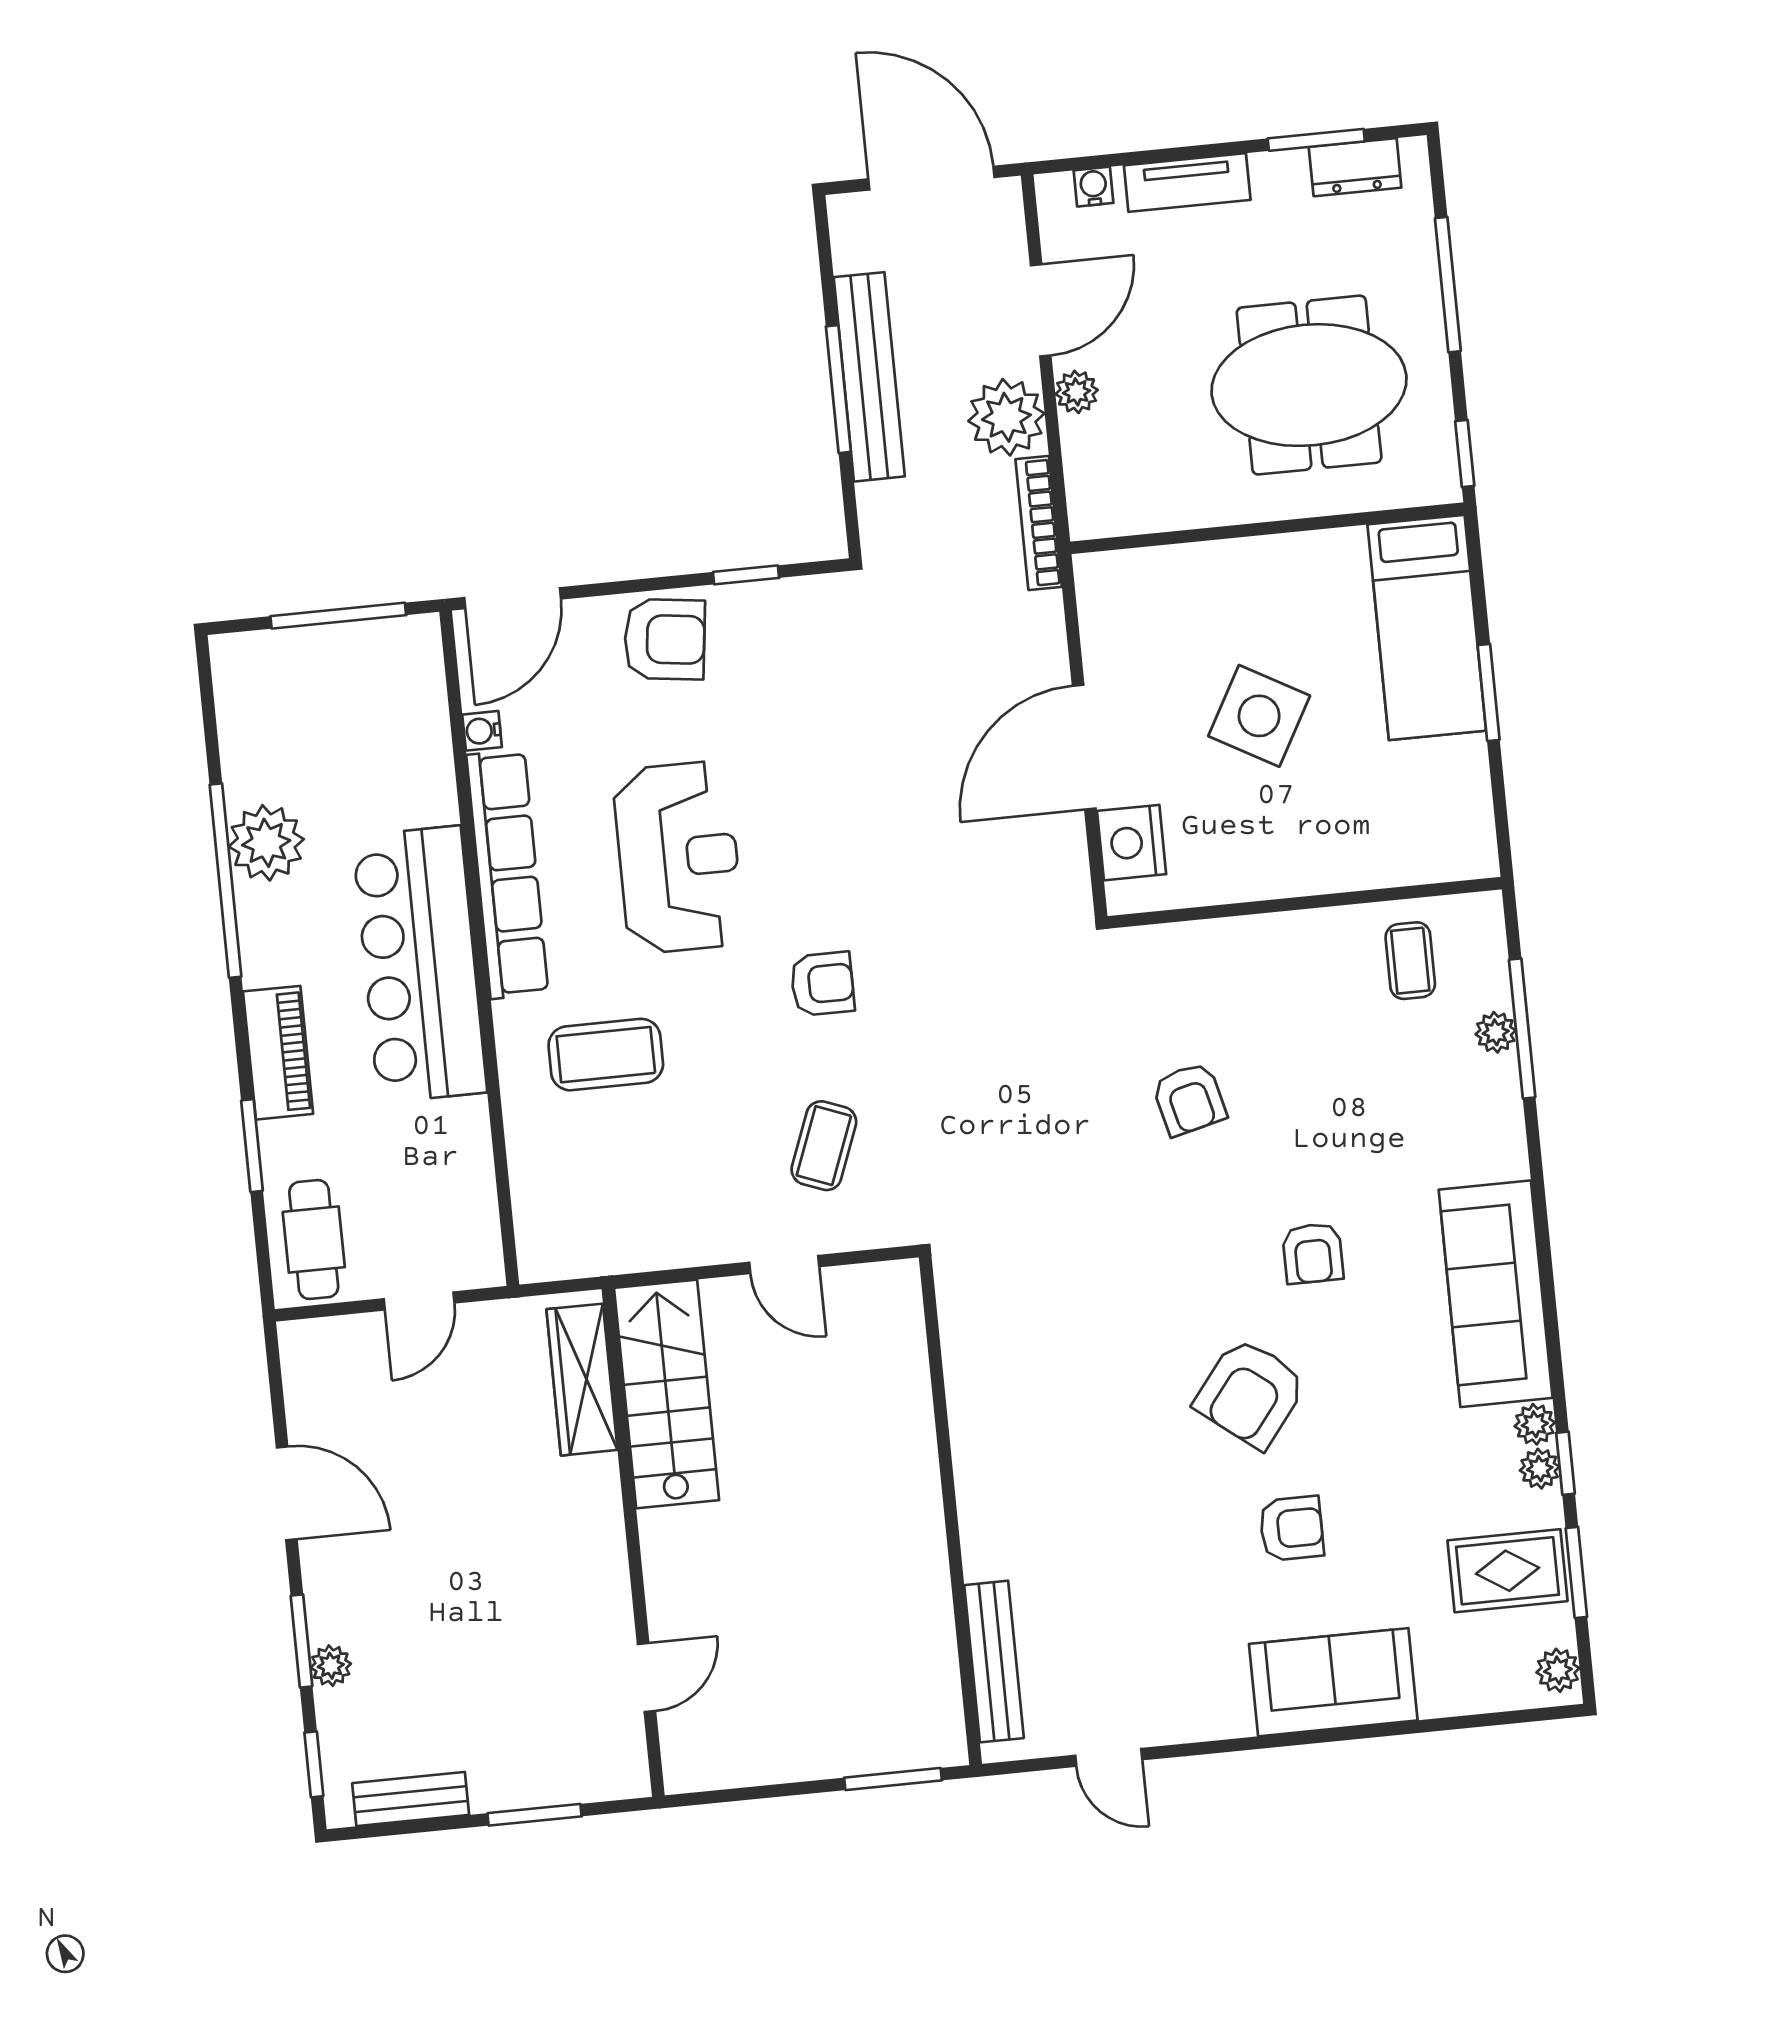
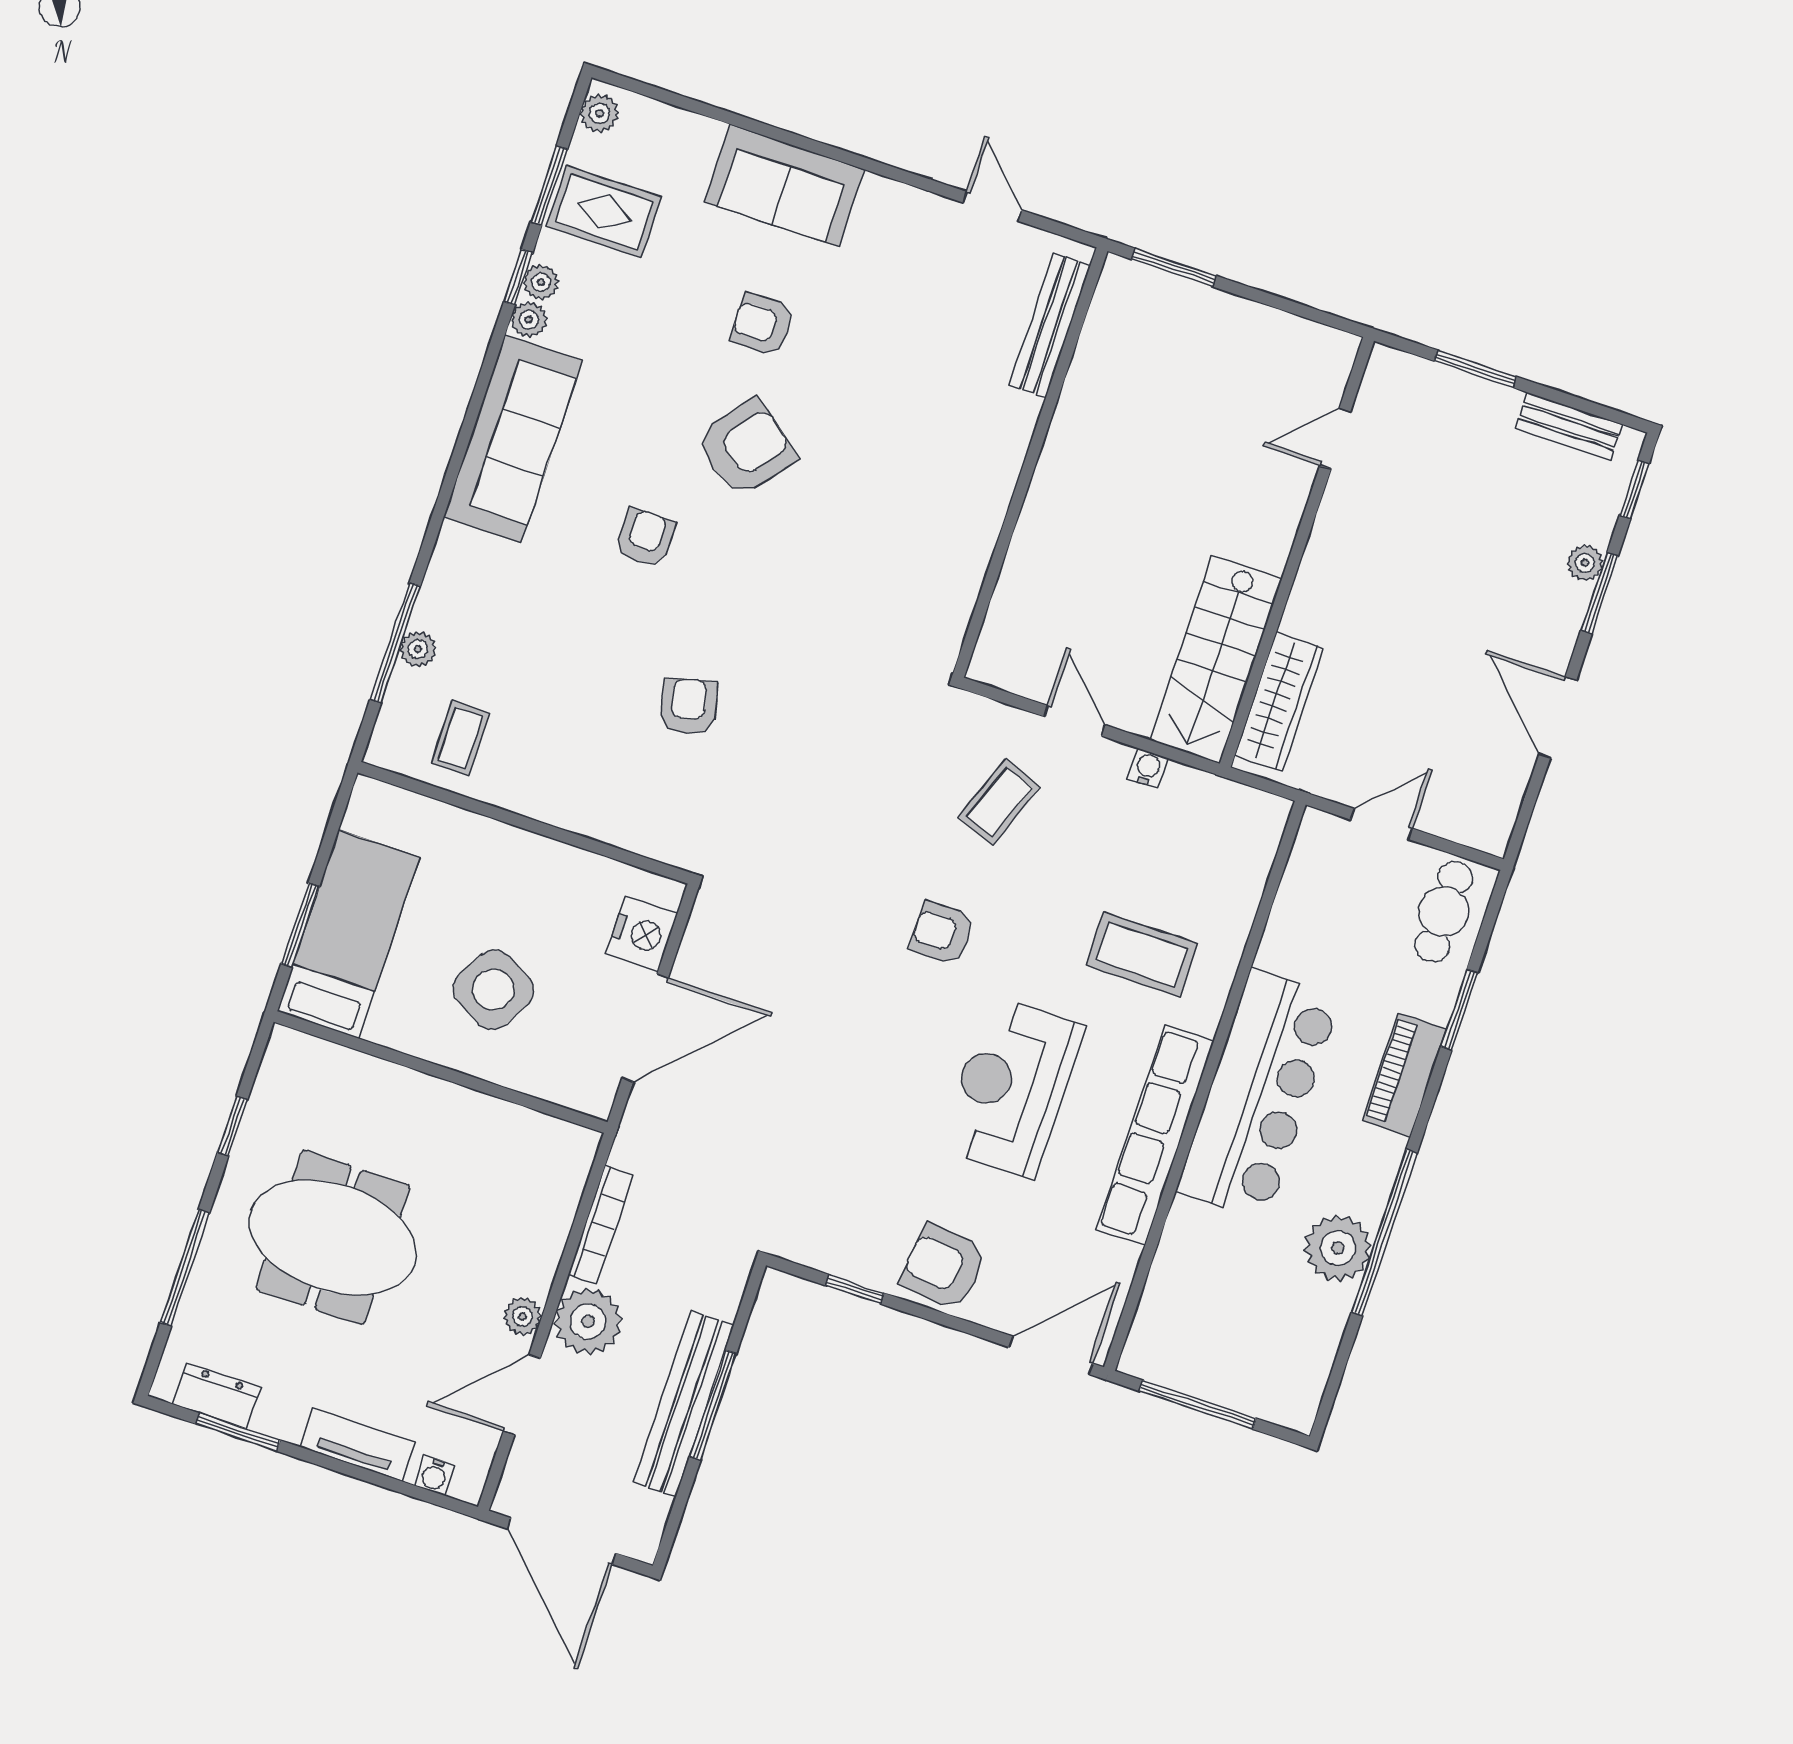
wall: (1267, 528) -> (441, 1072), moved
bed: (1427, 628) -> (348, 934), moved
water cooler: (482, 731) -> (1148, 768), moved, turned -90

